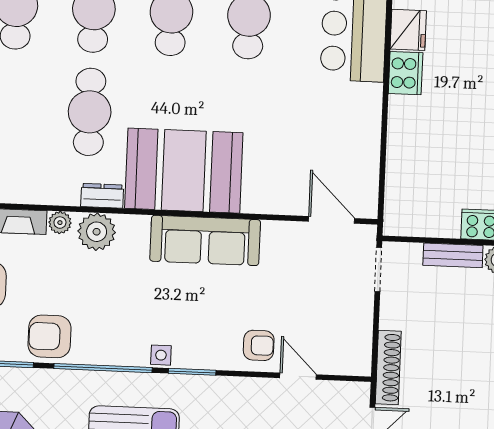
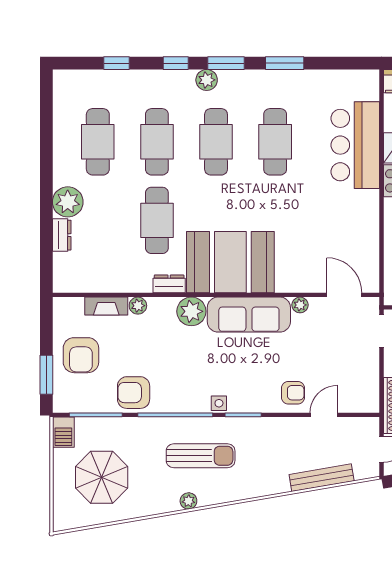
plant: (273, 231) -> (300, 305), added
plant: (97, 232) -> (191, 311), moved
door: (298, 376) -> (324, 415), hinge flipped

